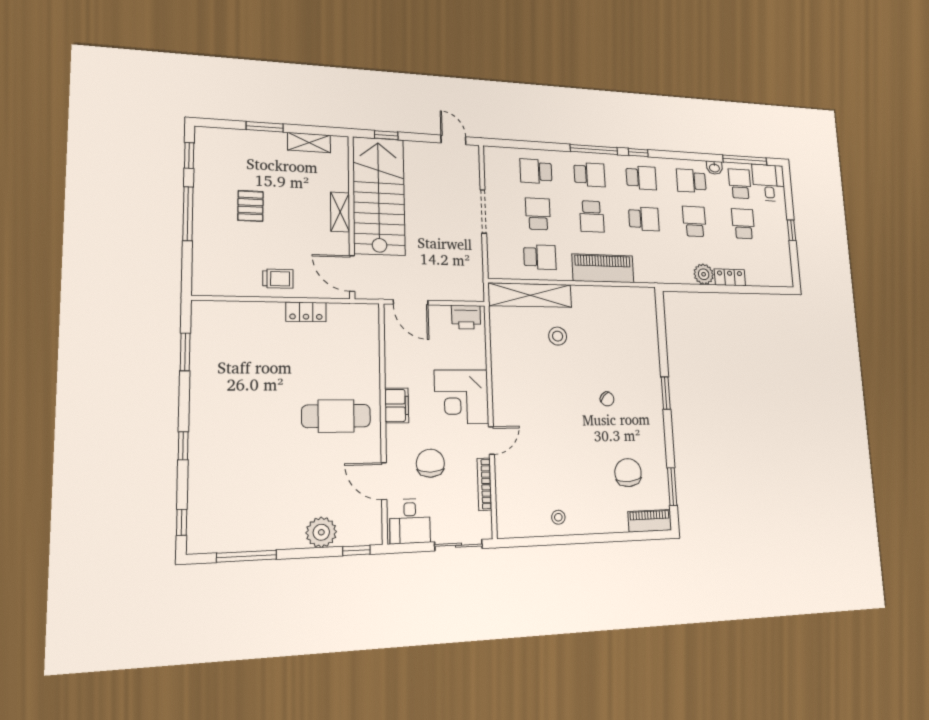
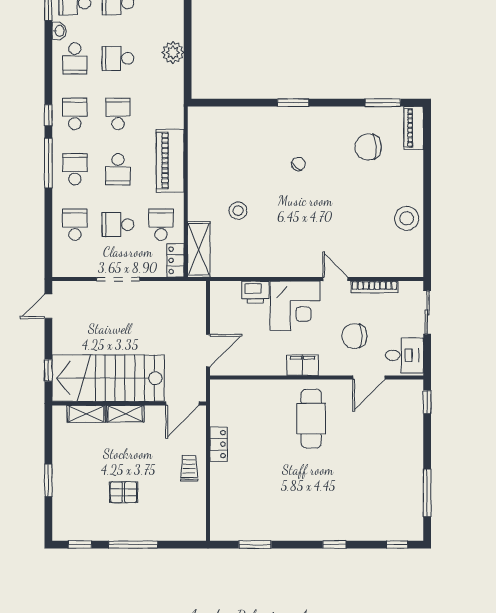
shelving: (309, 143) -> (86, 414), moved, turned 90
school desk: (536, 171) -> (75, 225), turned 180
school desk: (592, 216) -> (118, 169), turned 90
locker: (730, 277) -> (175, 260), moved
shelving: (530, 295) -> (199, 249), width x0.68
printer: (466, 317) -> (255, 292), moved, turned 90
stool: (558, 517) -> (407, 218), width x1.89, depth x1.89
plant: (321, 532) -> (410, 432), removed

